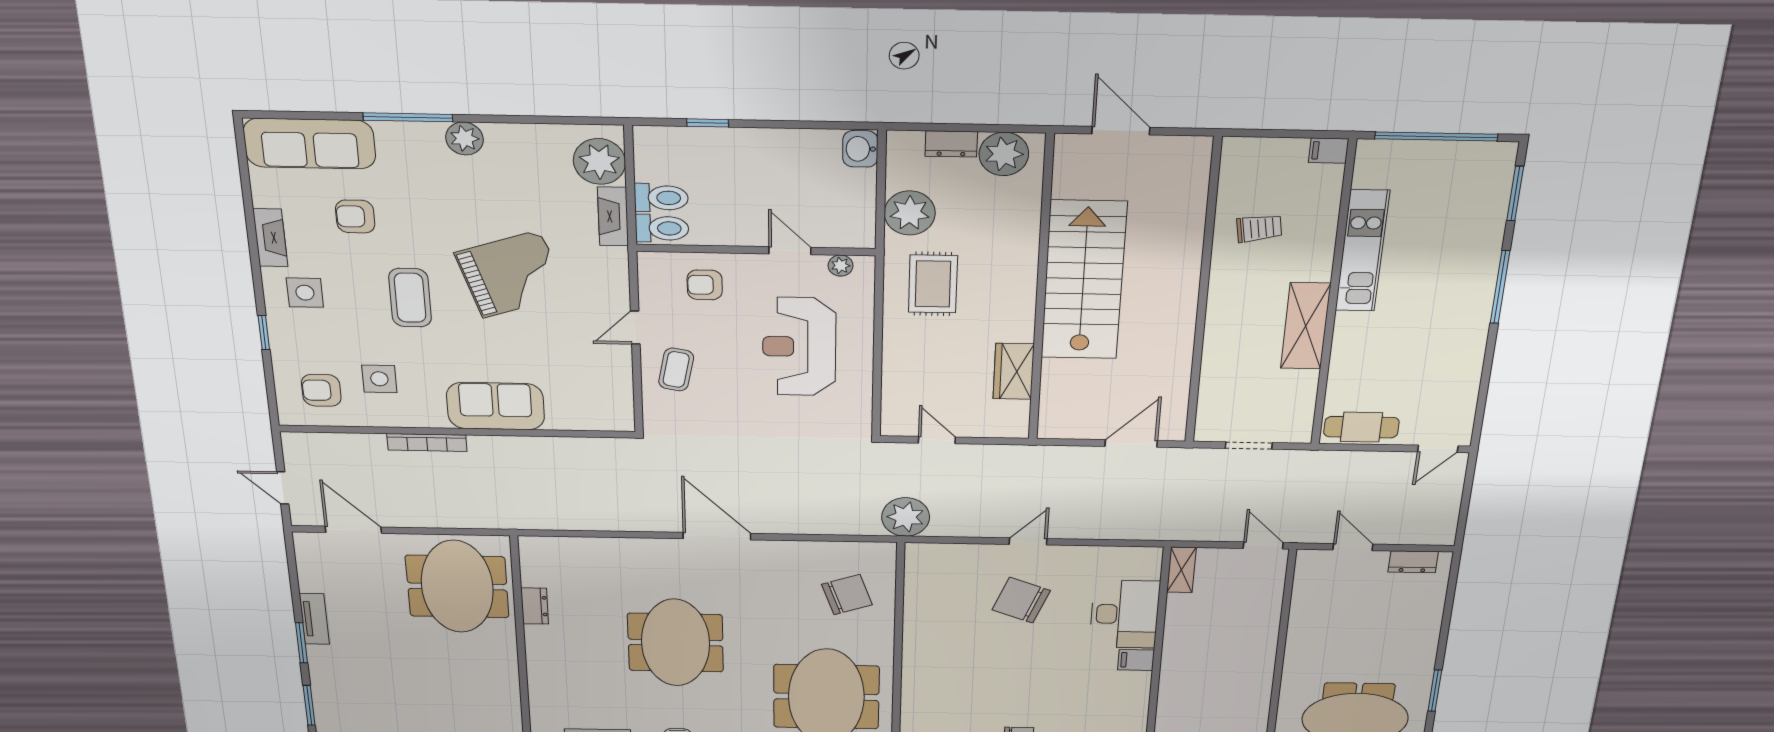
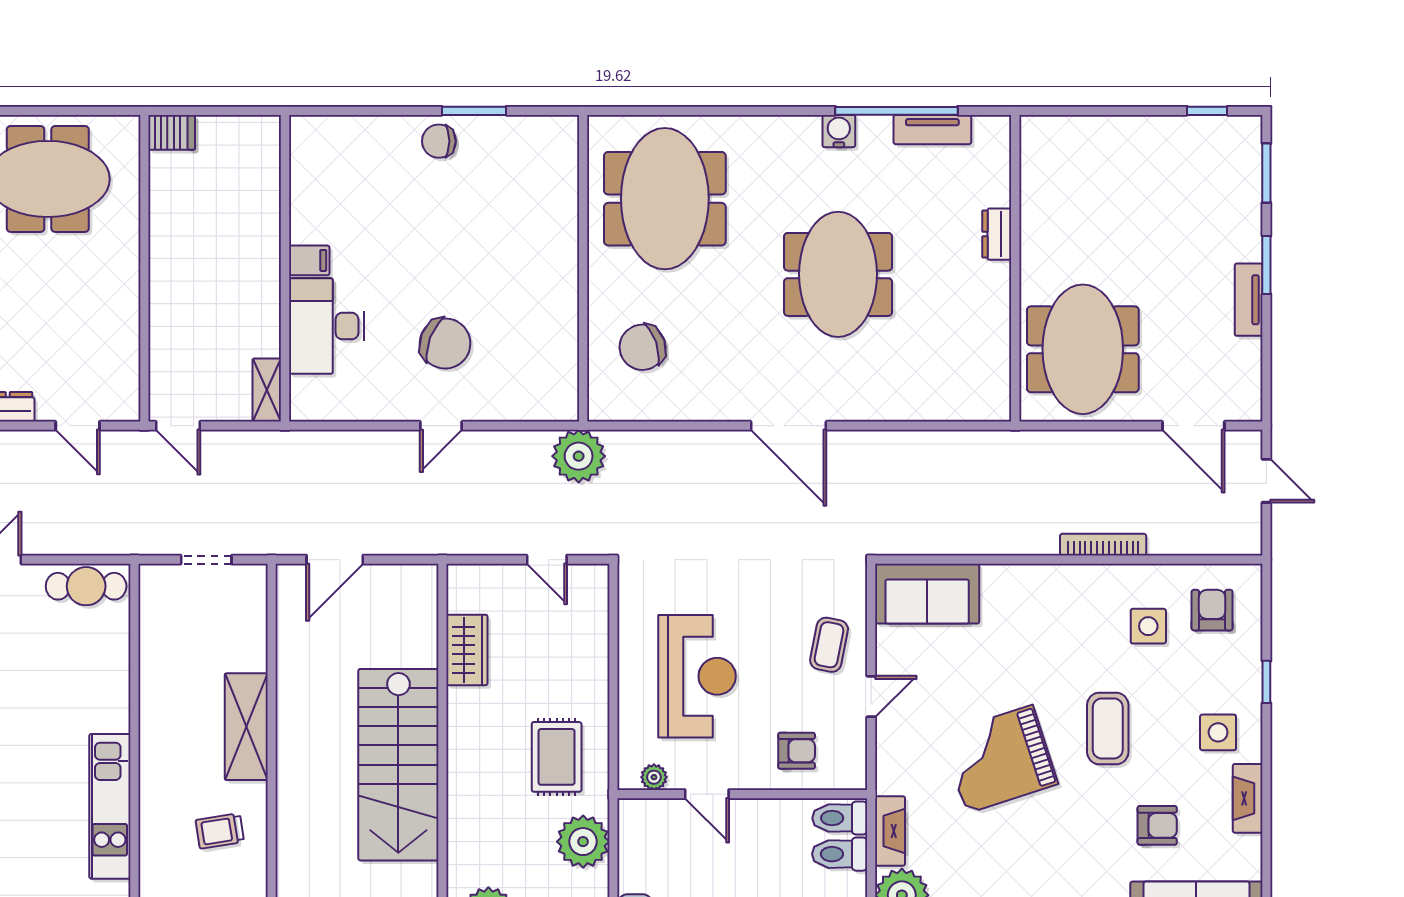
shelving: (1306, 326) -> (246, 727), moved
armchair: (321, 390) -> (1212, 610), turned -90
sofa: (496, 406) -> (927, 594), moved
dresser: (535, 606) -> (997, 234), moved

